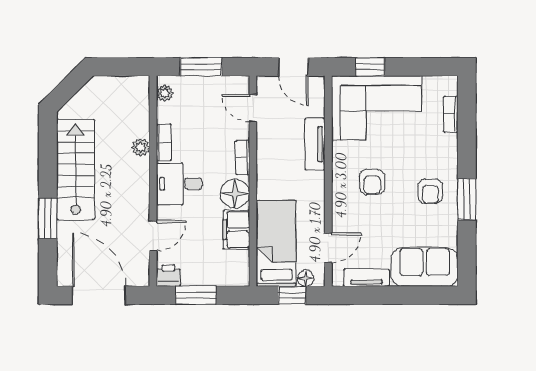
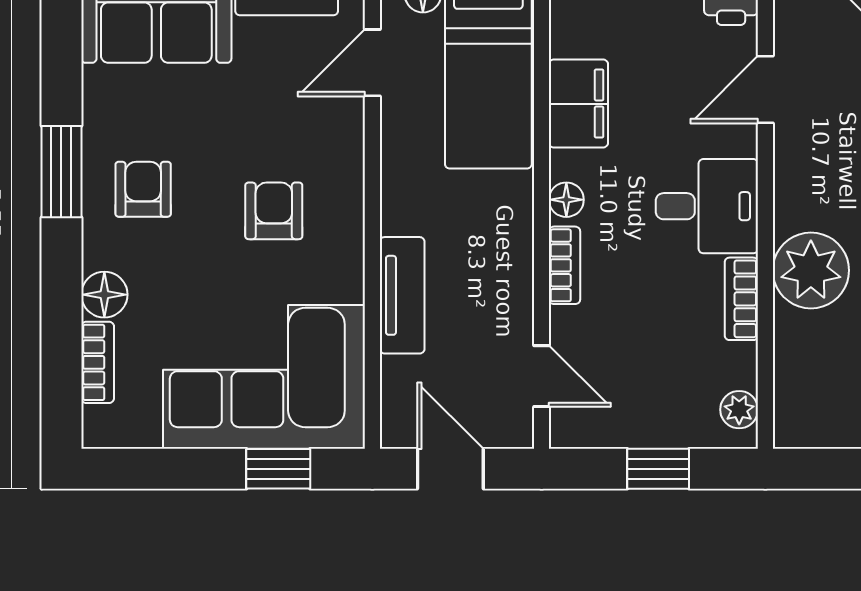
window: (201, 67) -> (658, 469), width x0.67
floor lamp: (448, 144) -> (104, 295), added
plant: (141, 147) -> (811, 270), width x1.87, depth x1.87
floor lamp: (235, 194) -> (566, 200), width x0.53, depth x0.53

